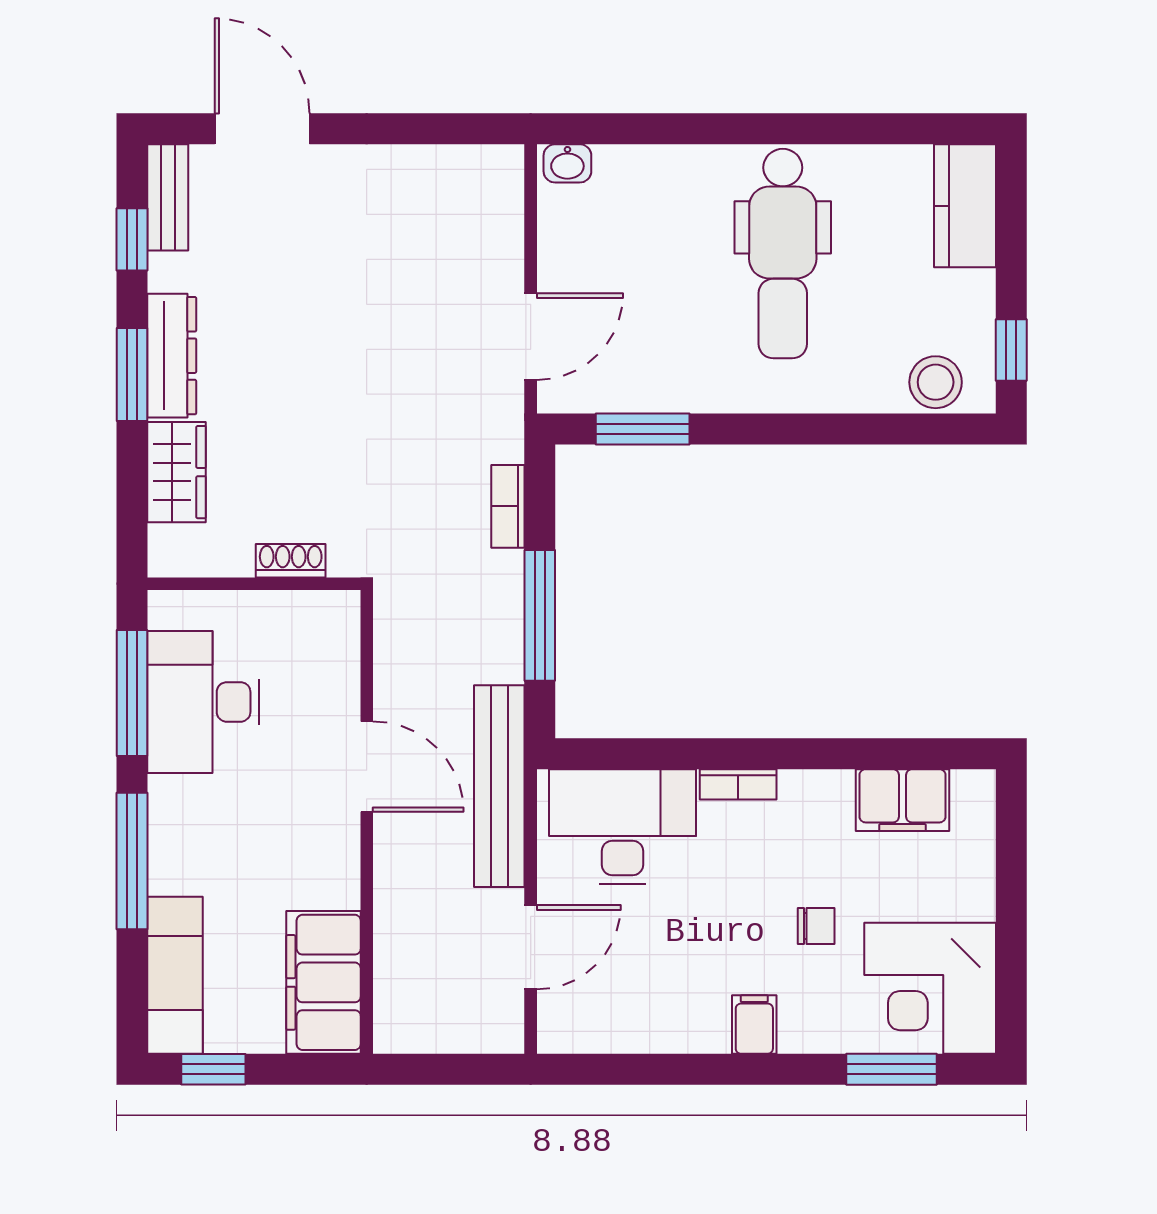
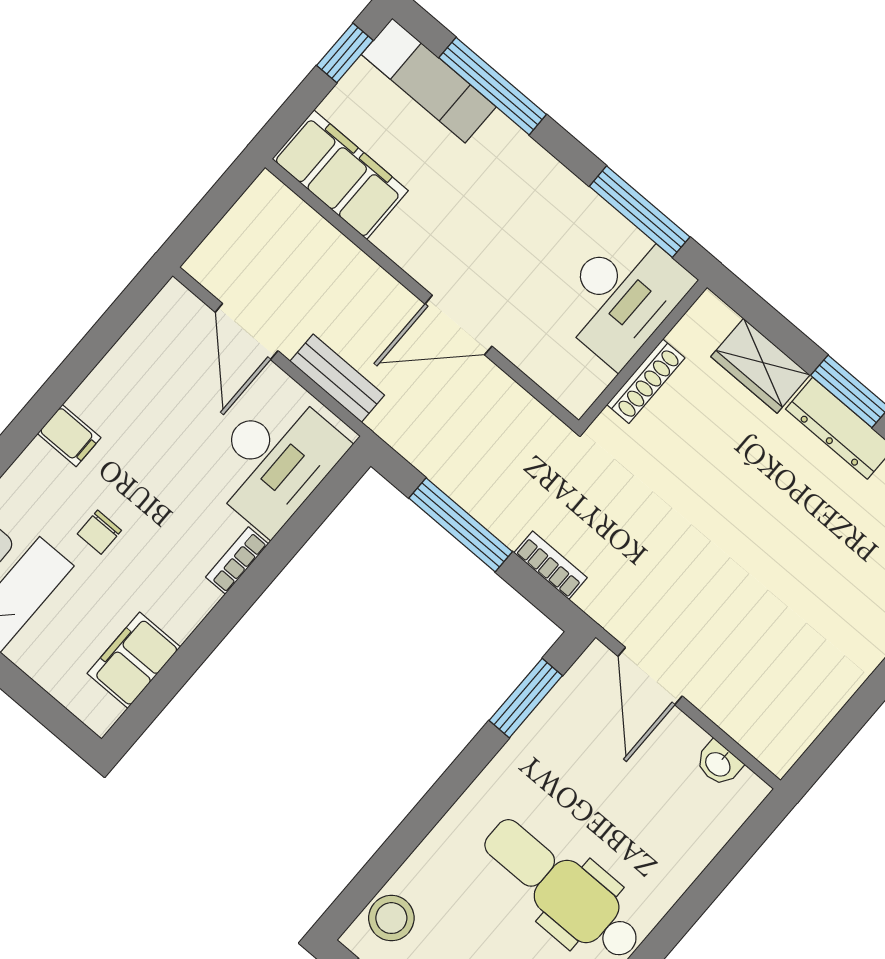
washbasin: (567, 163) -> (719, 764), moved, turned -90
shoe rack: (291, 561) -> (646, 381), width x1.43
desk: (203, 702) -> (622, 295), moved, turned 90
bench: (499, 786) -> (337, 378), width x0.54, depth x0.82
window: (132, 861) -> (493, 86), moved

